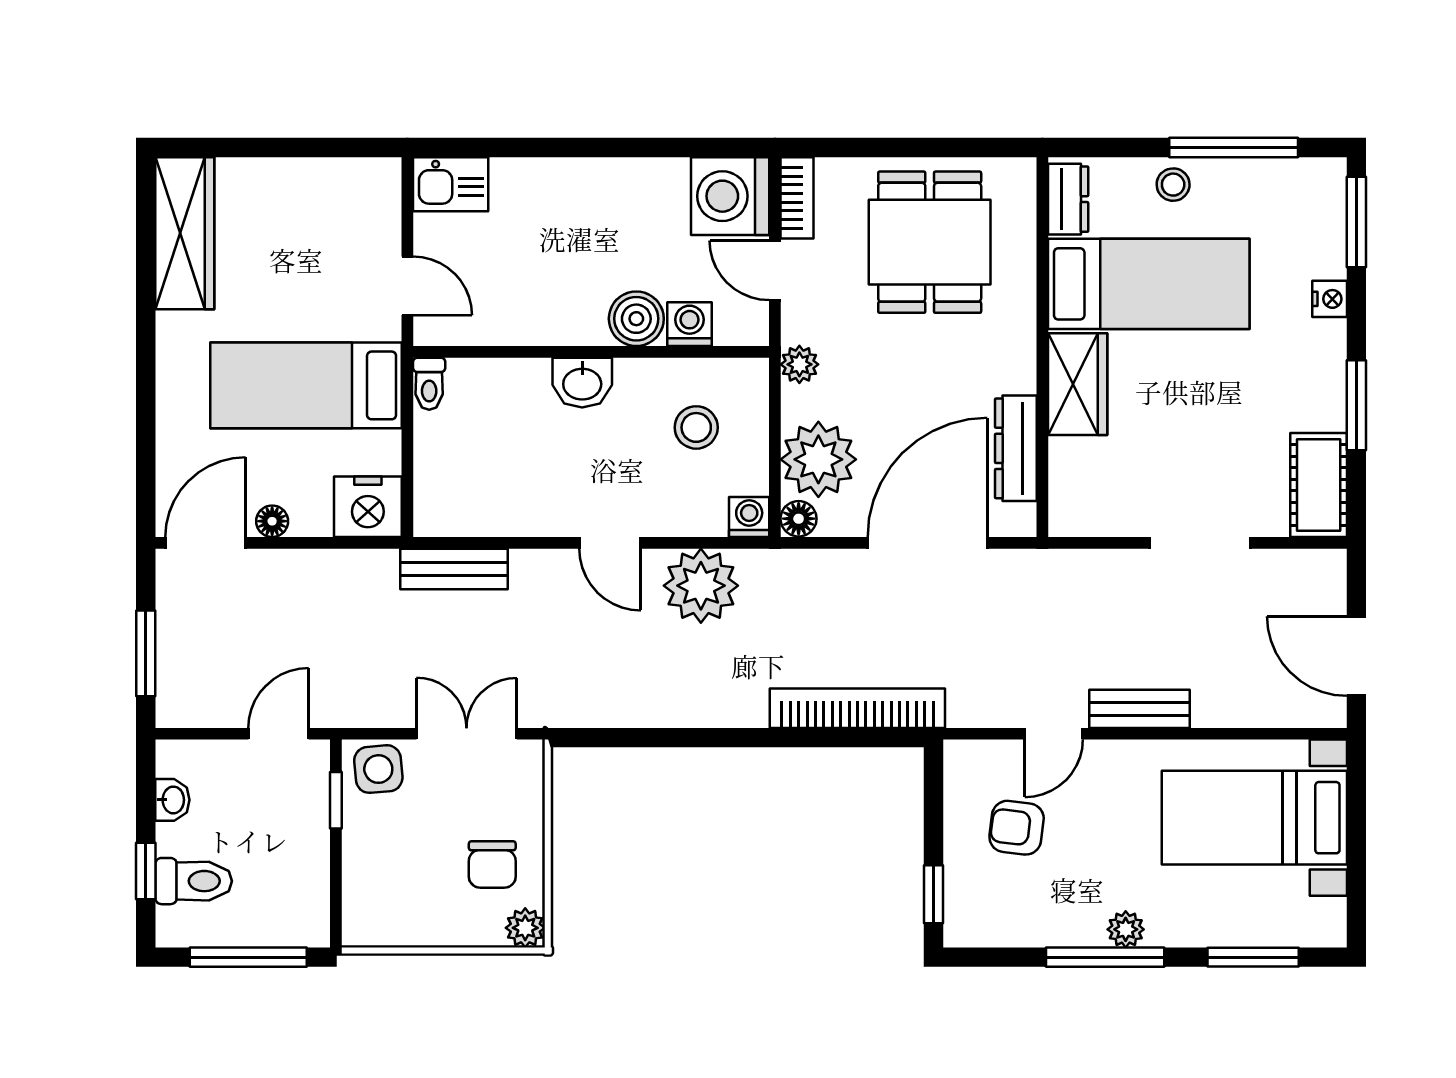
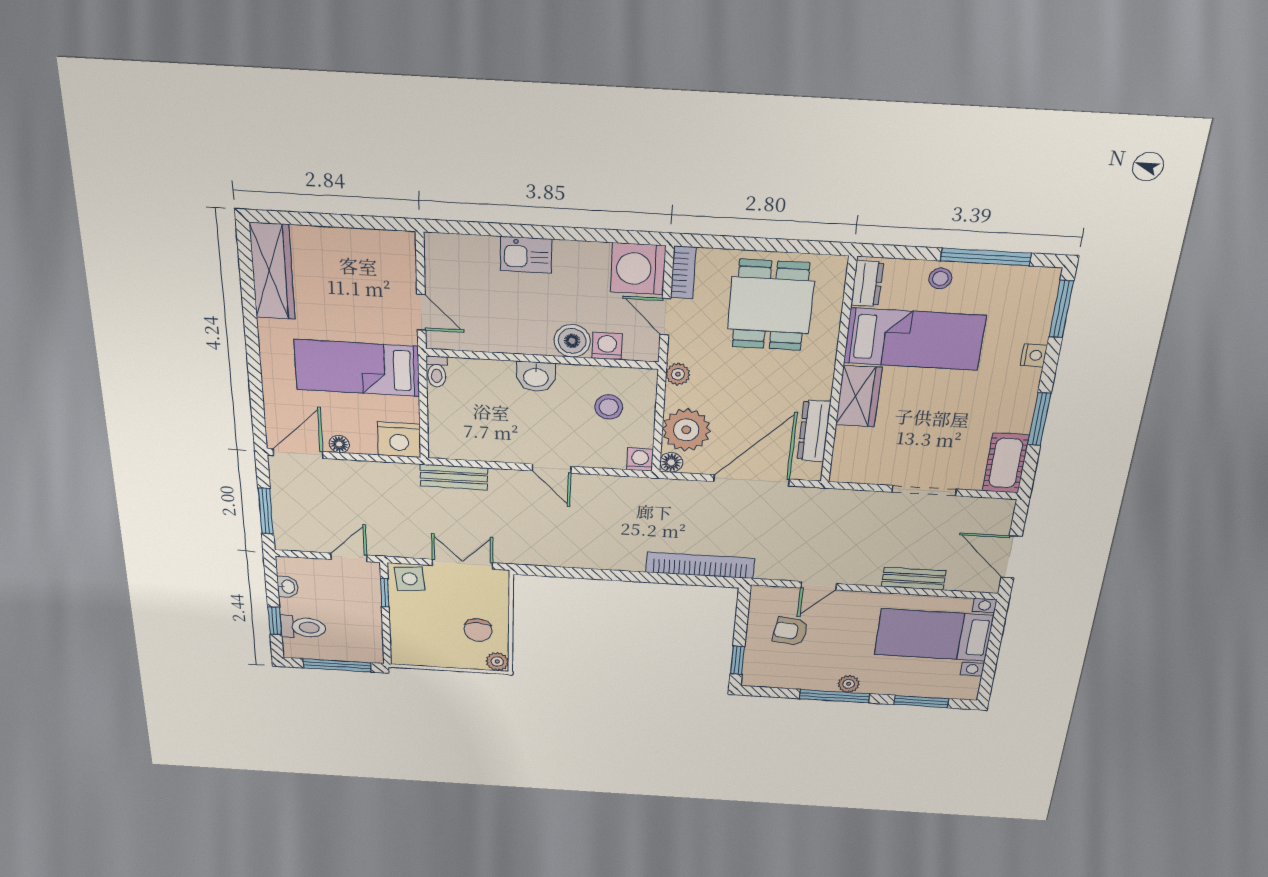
kitchen sink: (451, 184) -> (526, 255), moved
plant: (701, 586) -> (608, 495), removed
bench: (1140, 709) -> (914, 579), moved

